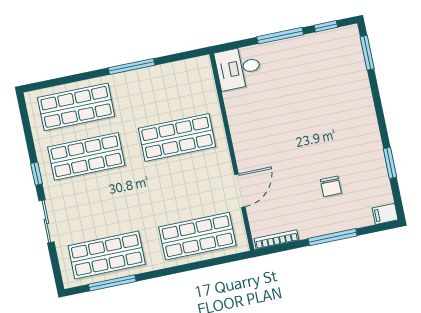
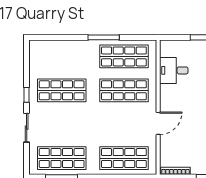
desk: (238, 68) -> (174, 70), moved
shop shelf: (76, 107) -> (124, 56), moved
door: (240, 191) -> (158, 123), moved

